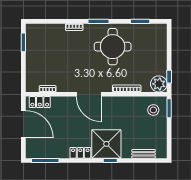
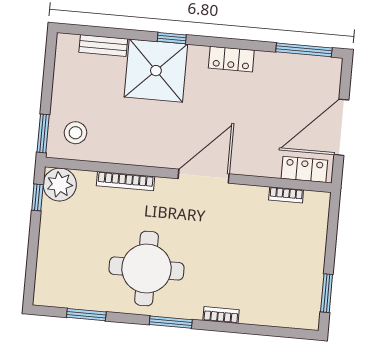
door: (89, 94) -> (204, 176), hinge flipped
door: (23, 124) -> (341, 127), hinge flipped
shower: (106, 144) -> (156, 71), moved

